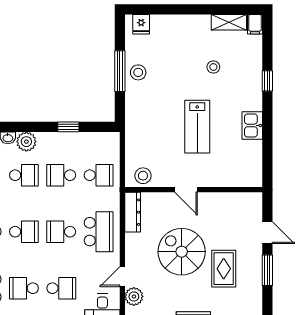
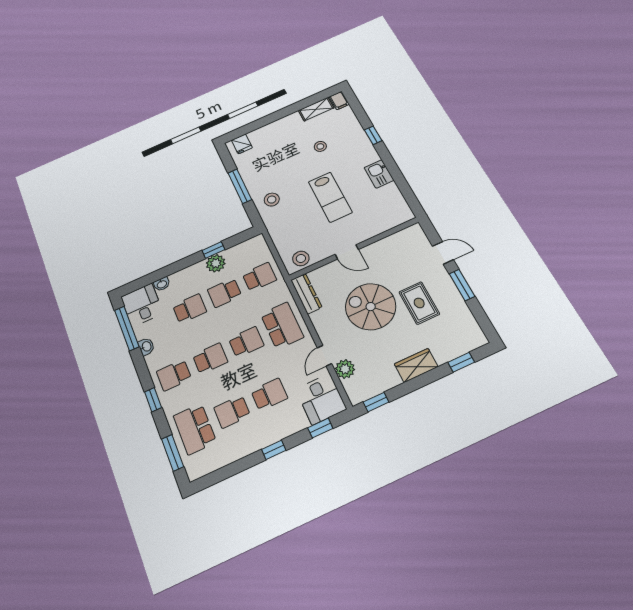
stool: (138, 72) -> (272, 200), moved
plant: (26, 142) -> (216, 263), moved
school desk: (61, 232) -> (246, 342), turned 180

